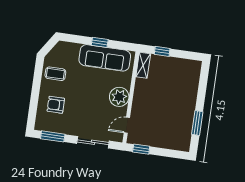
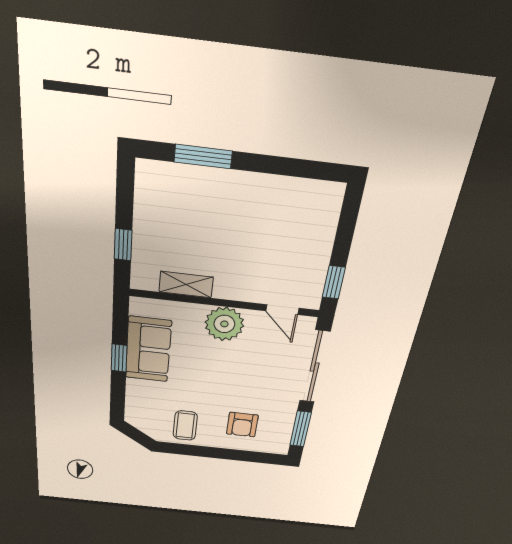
sofa: (105, 58) -> (148, 349), width x0.73
shelving: (143, 65) -> (186, 285), moved
window: (197, 123) -> (203, 157), moved
sliding door: (93, 142) -> (315, 367), width x1.37

